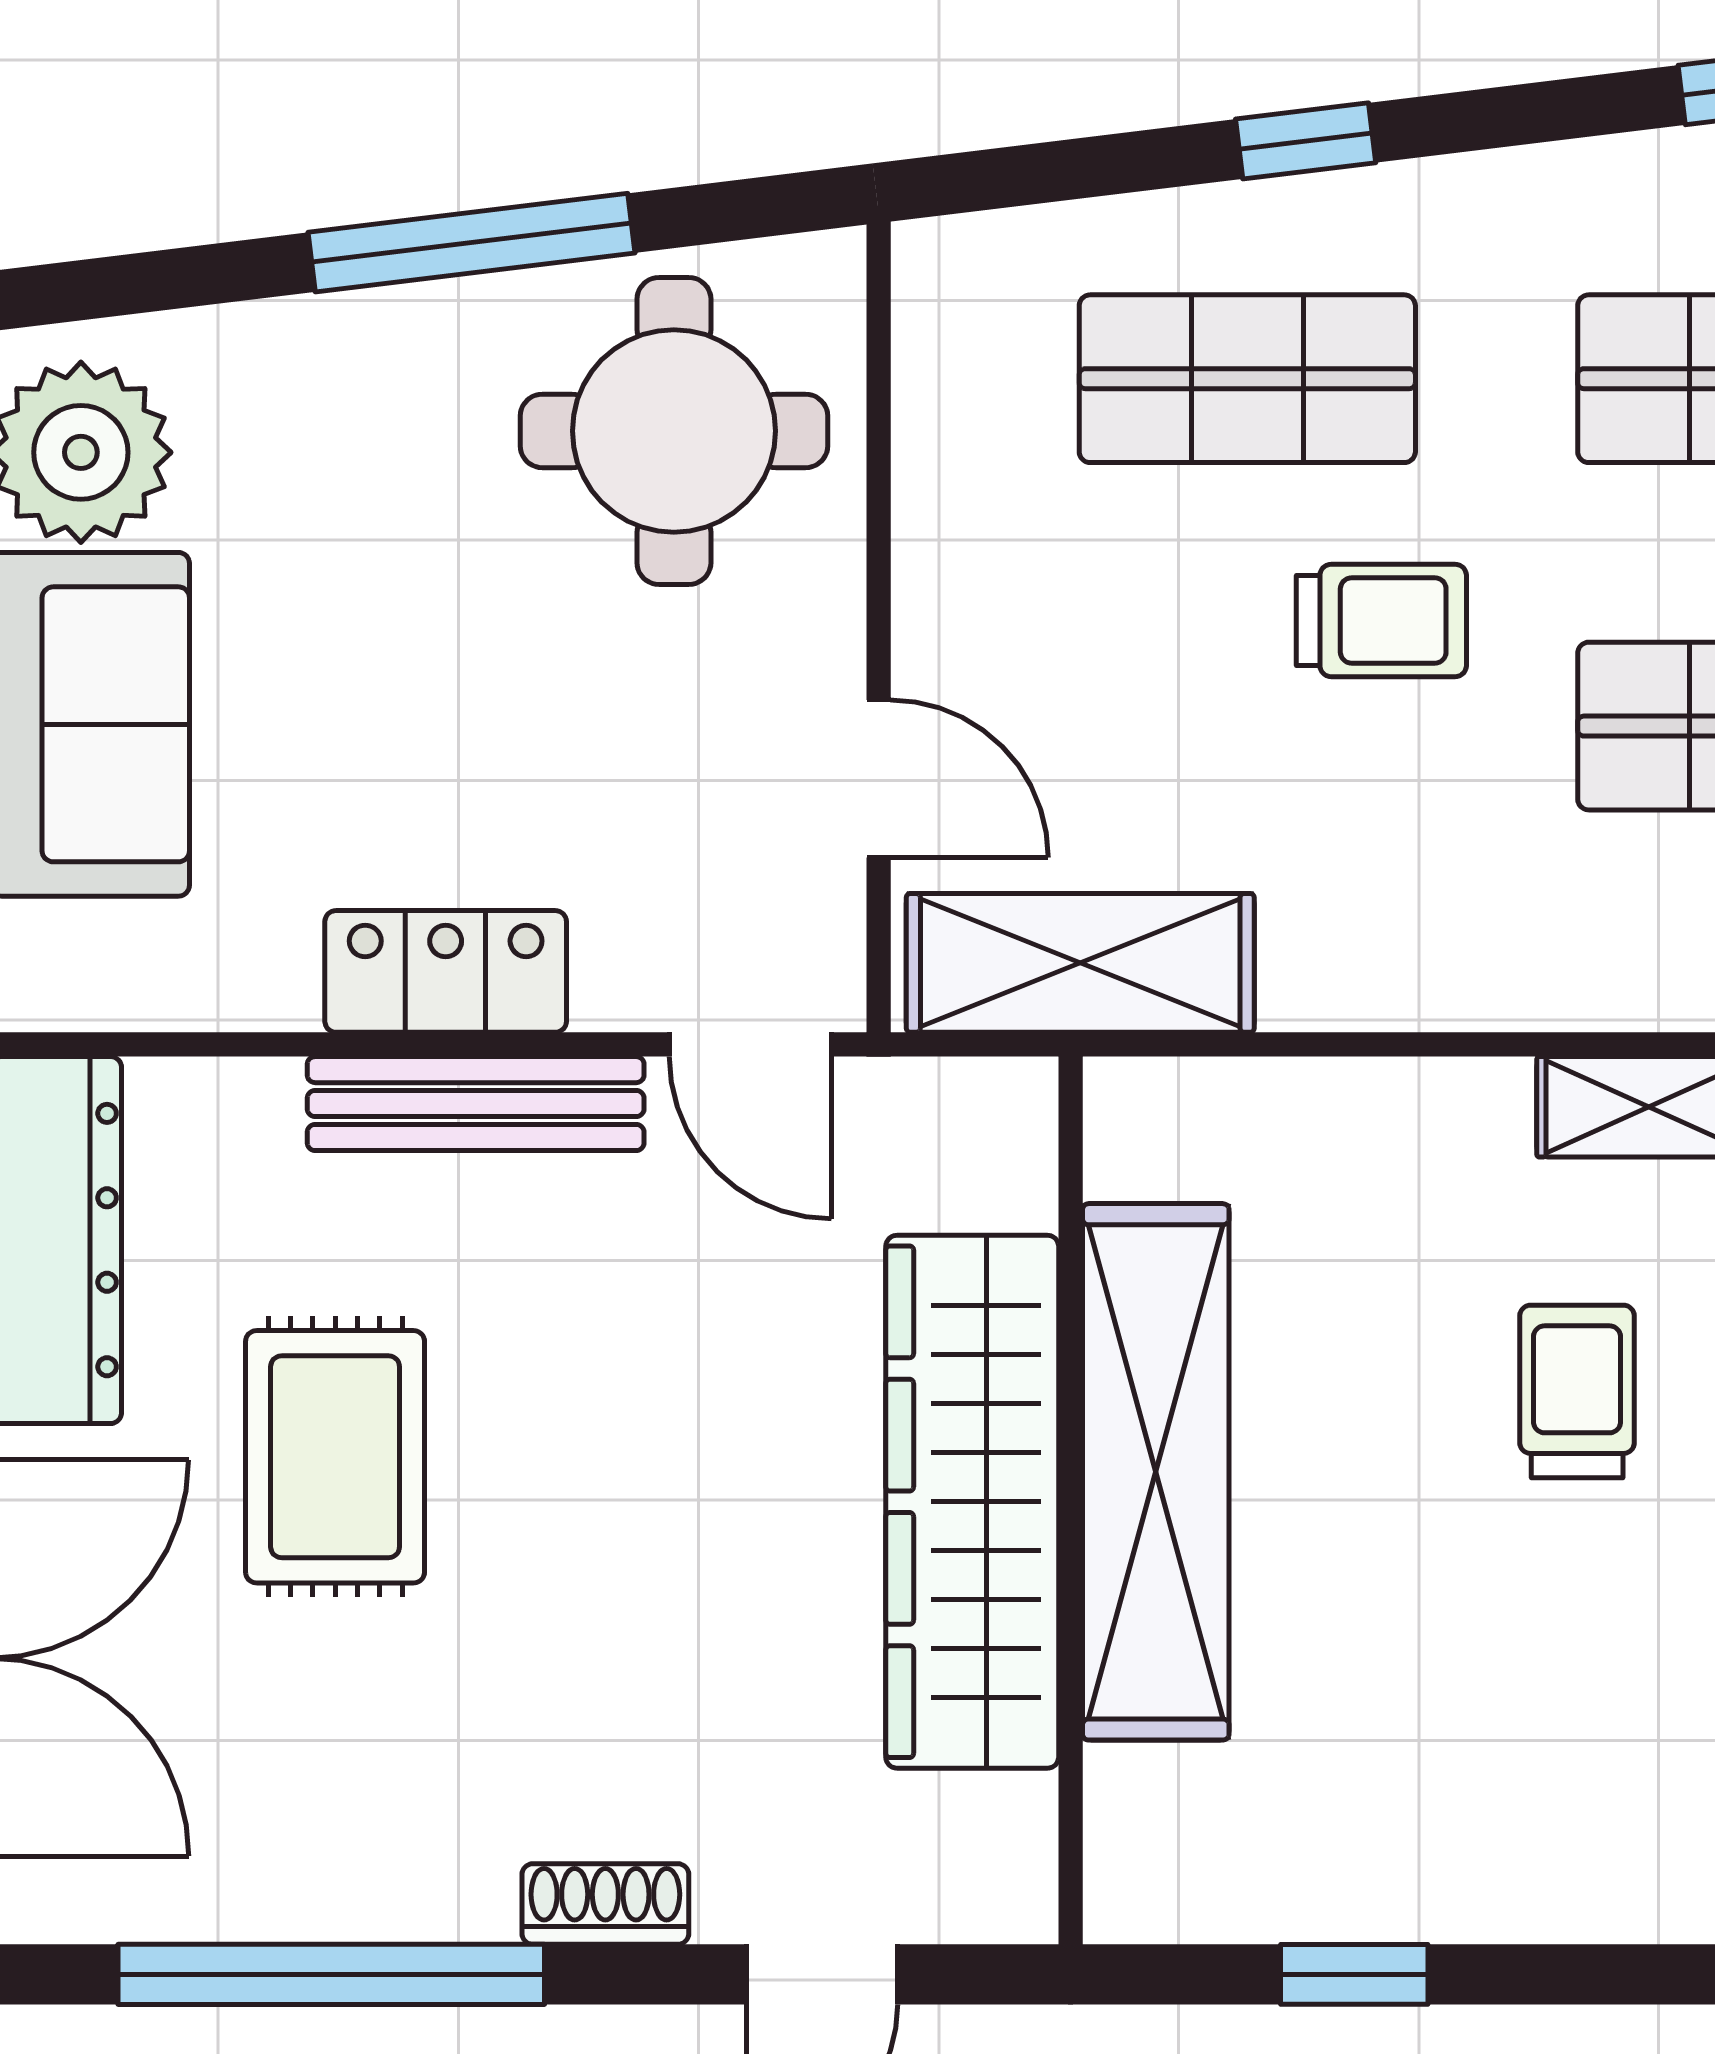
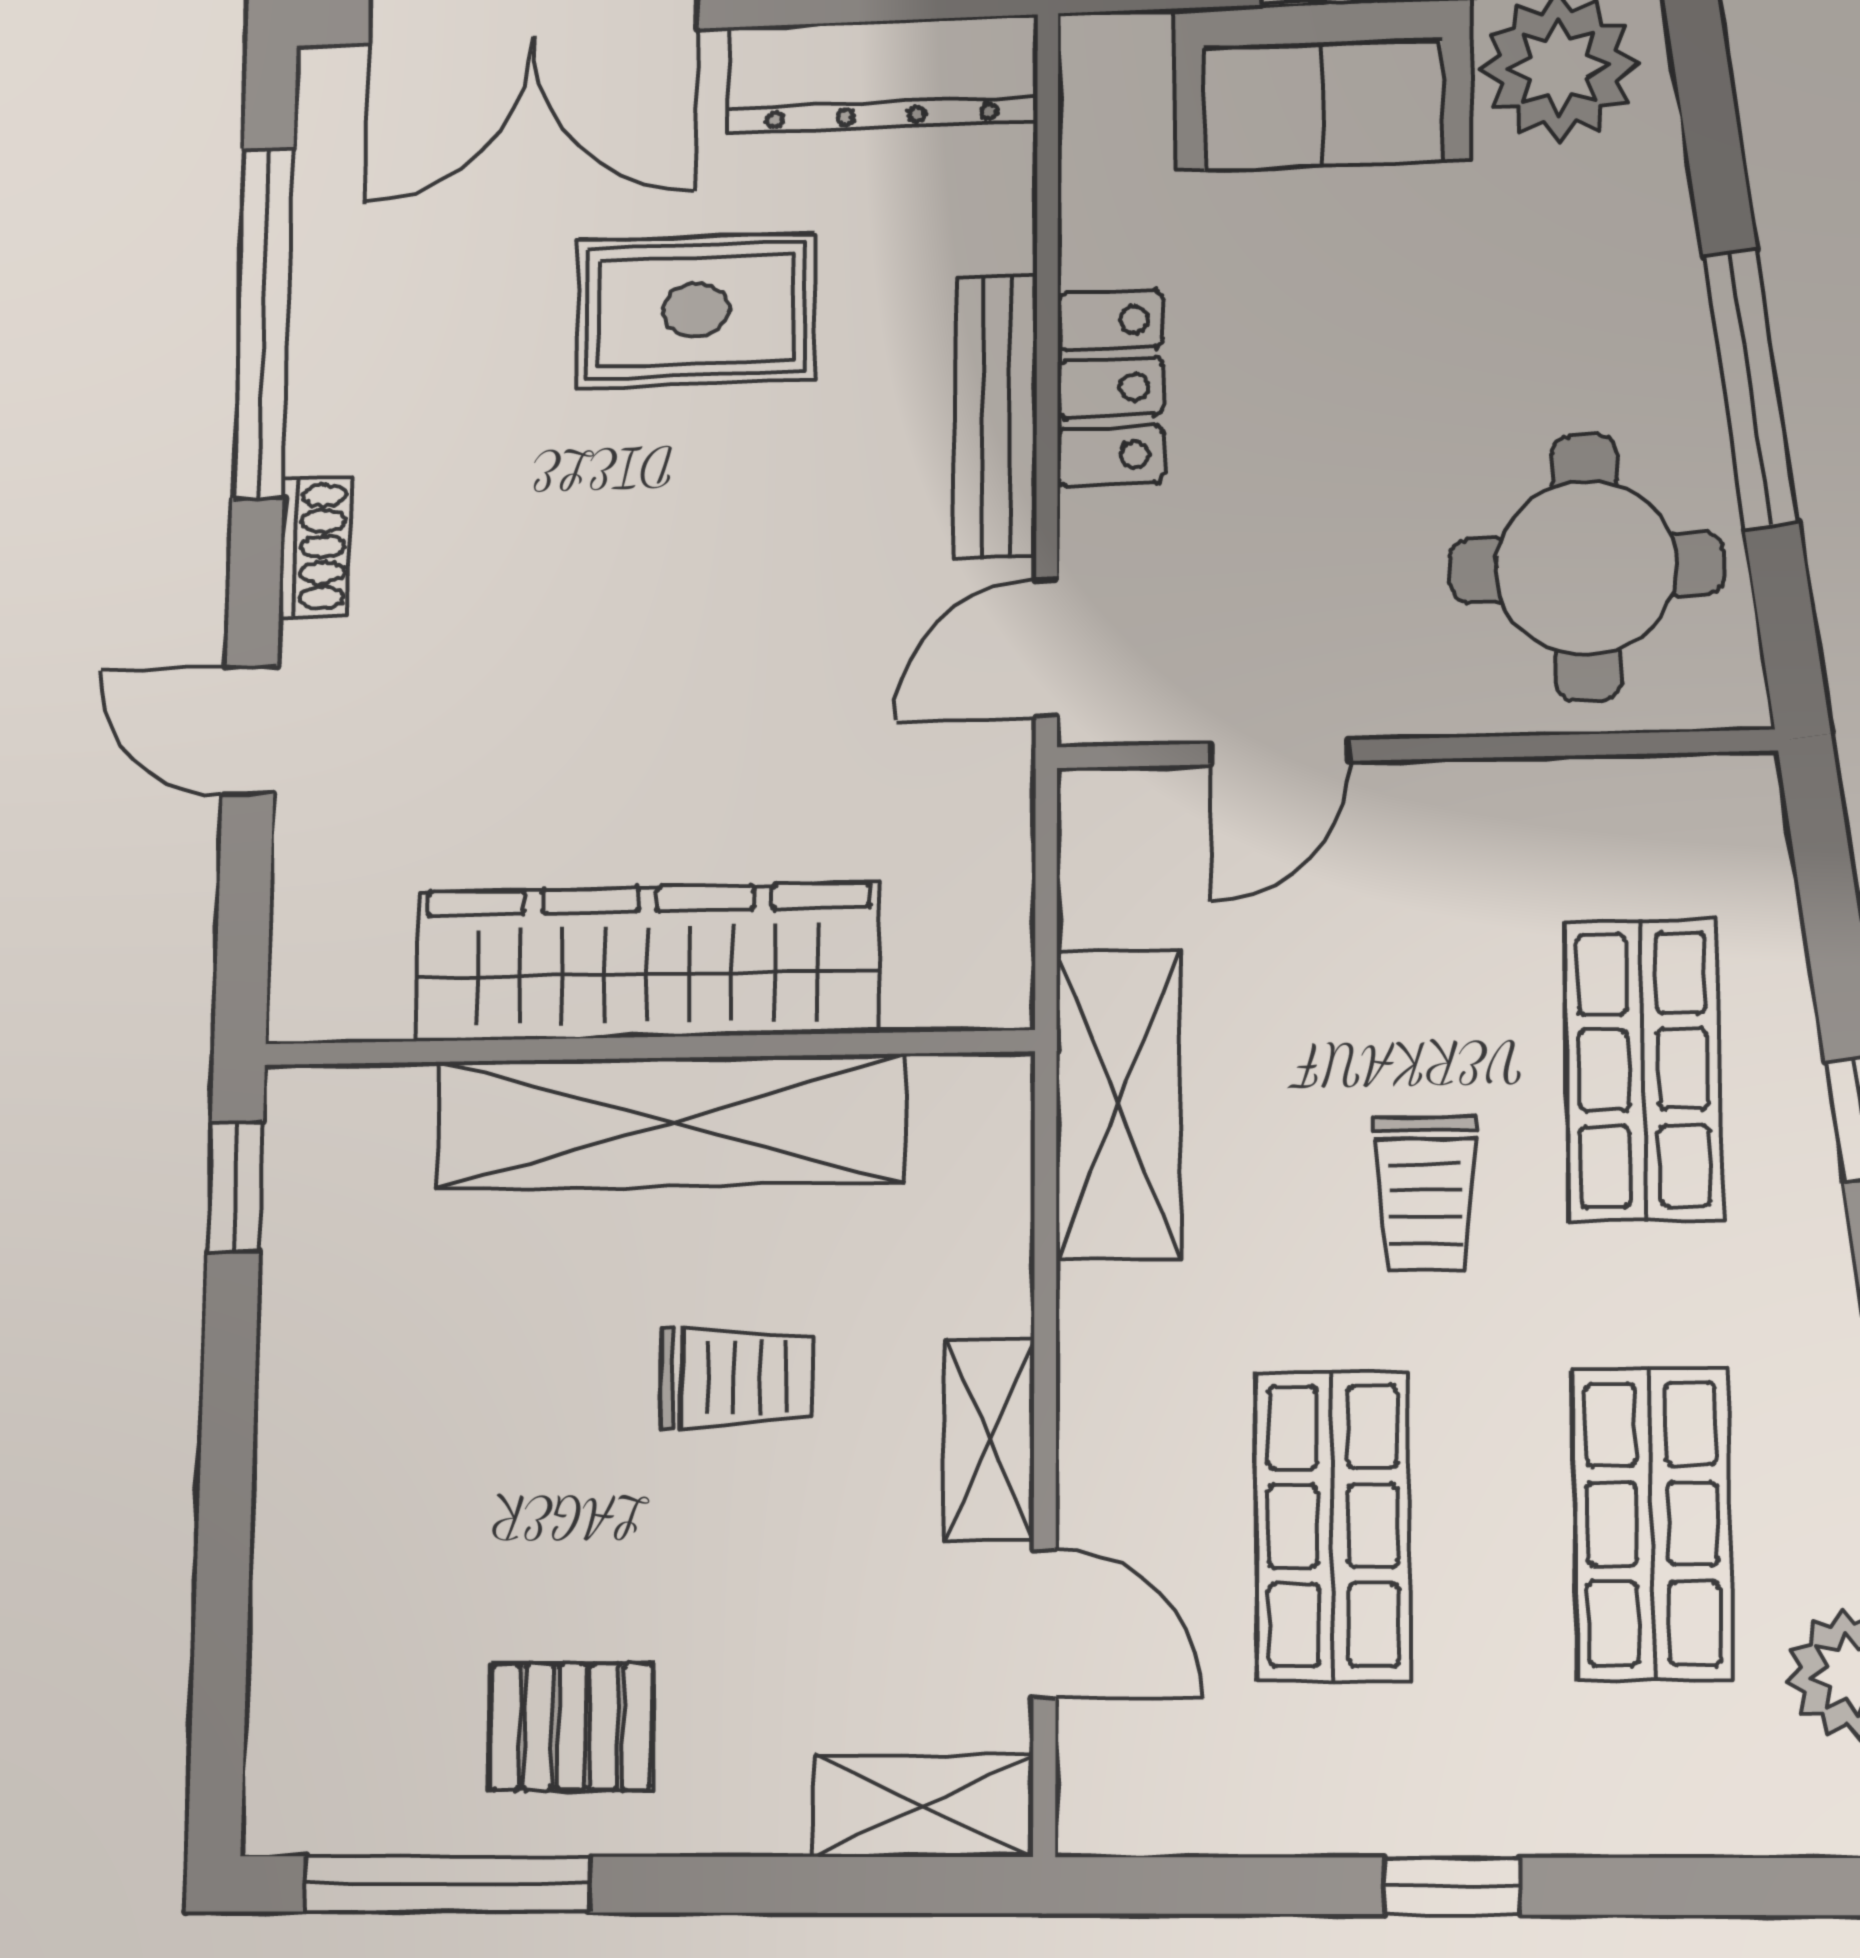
shelving: (1080, 963) -> (1118, 1104), moved
shelving: (1156, 1472) -> (670, 1122), moved
wall: (1071, 1500) -> (647, 1048), moved
wardrobe: (972, 1502) -> (647, 962), moved

